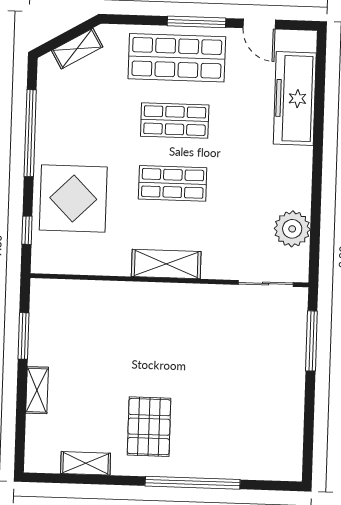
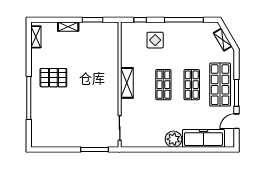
display table: (73, 199) -> (155, 40), width x0.54, depth x0.54
plant: (292, 229) -> (173, 139), moved
shelving: (86, 463) -> (36, 37), moved

